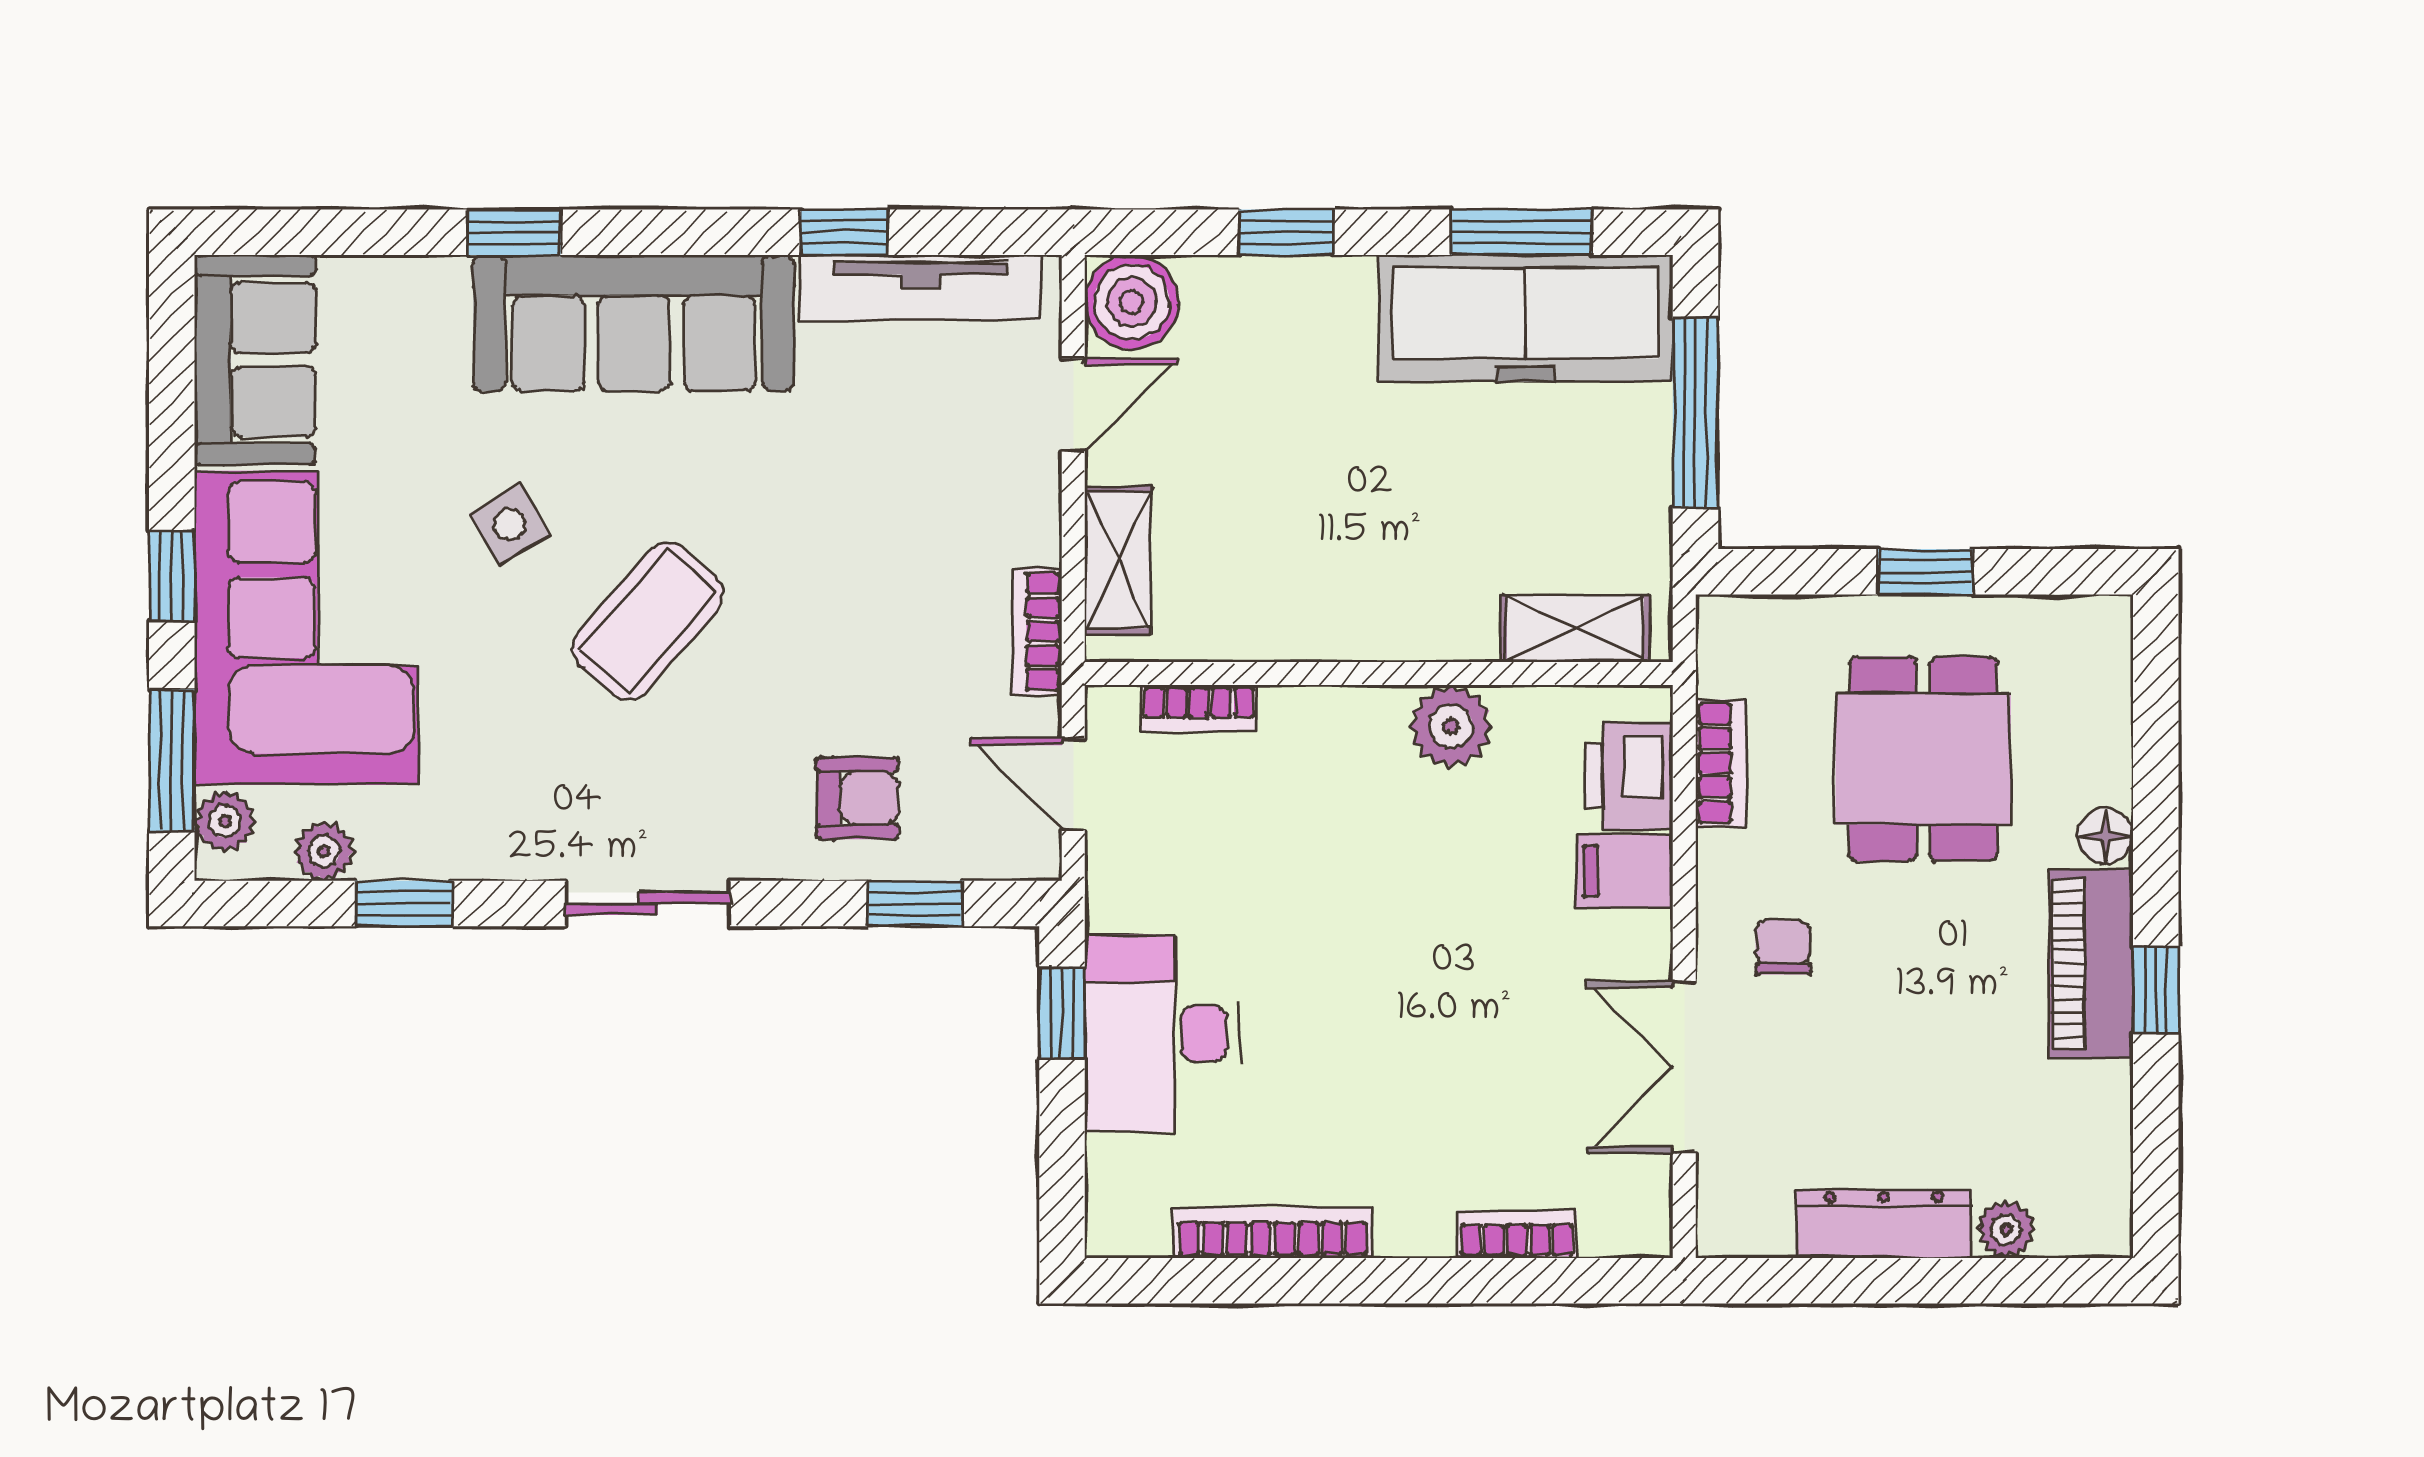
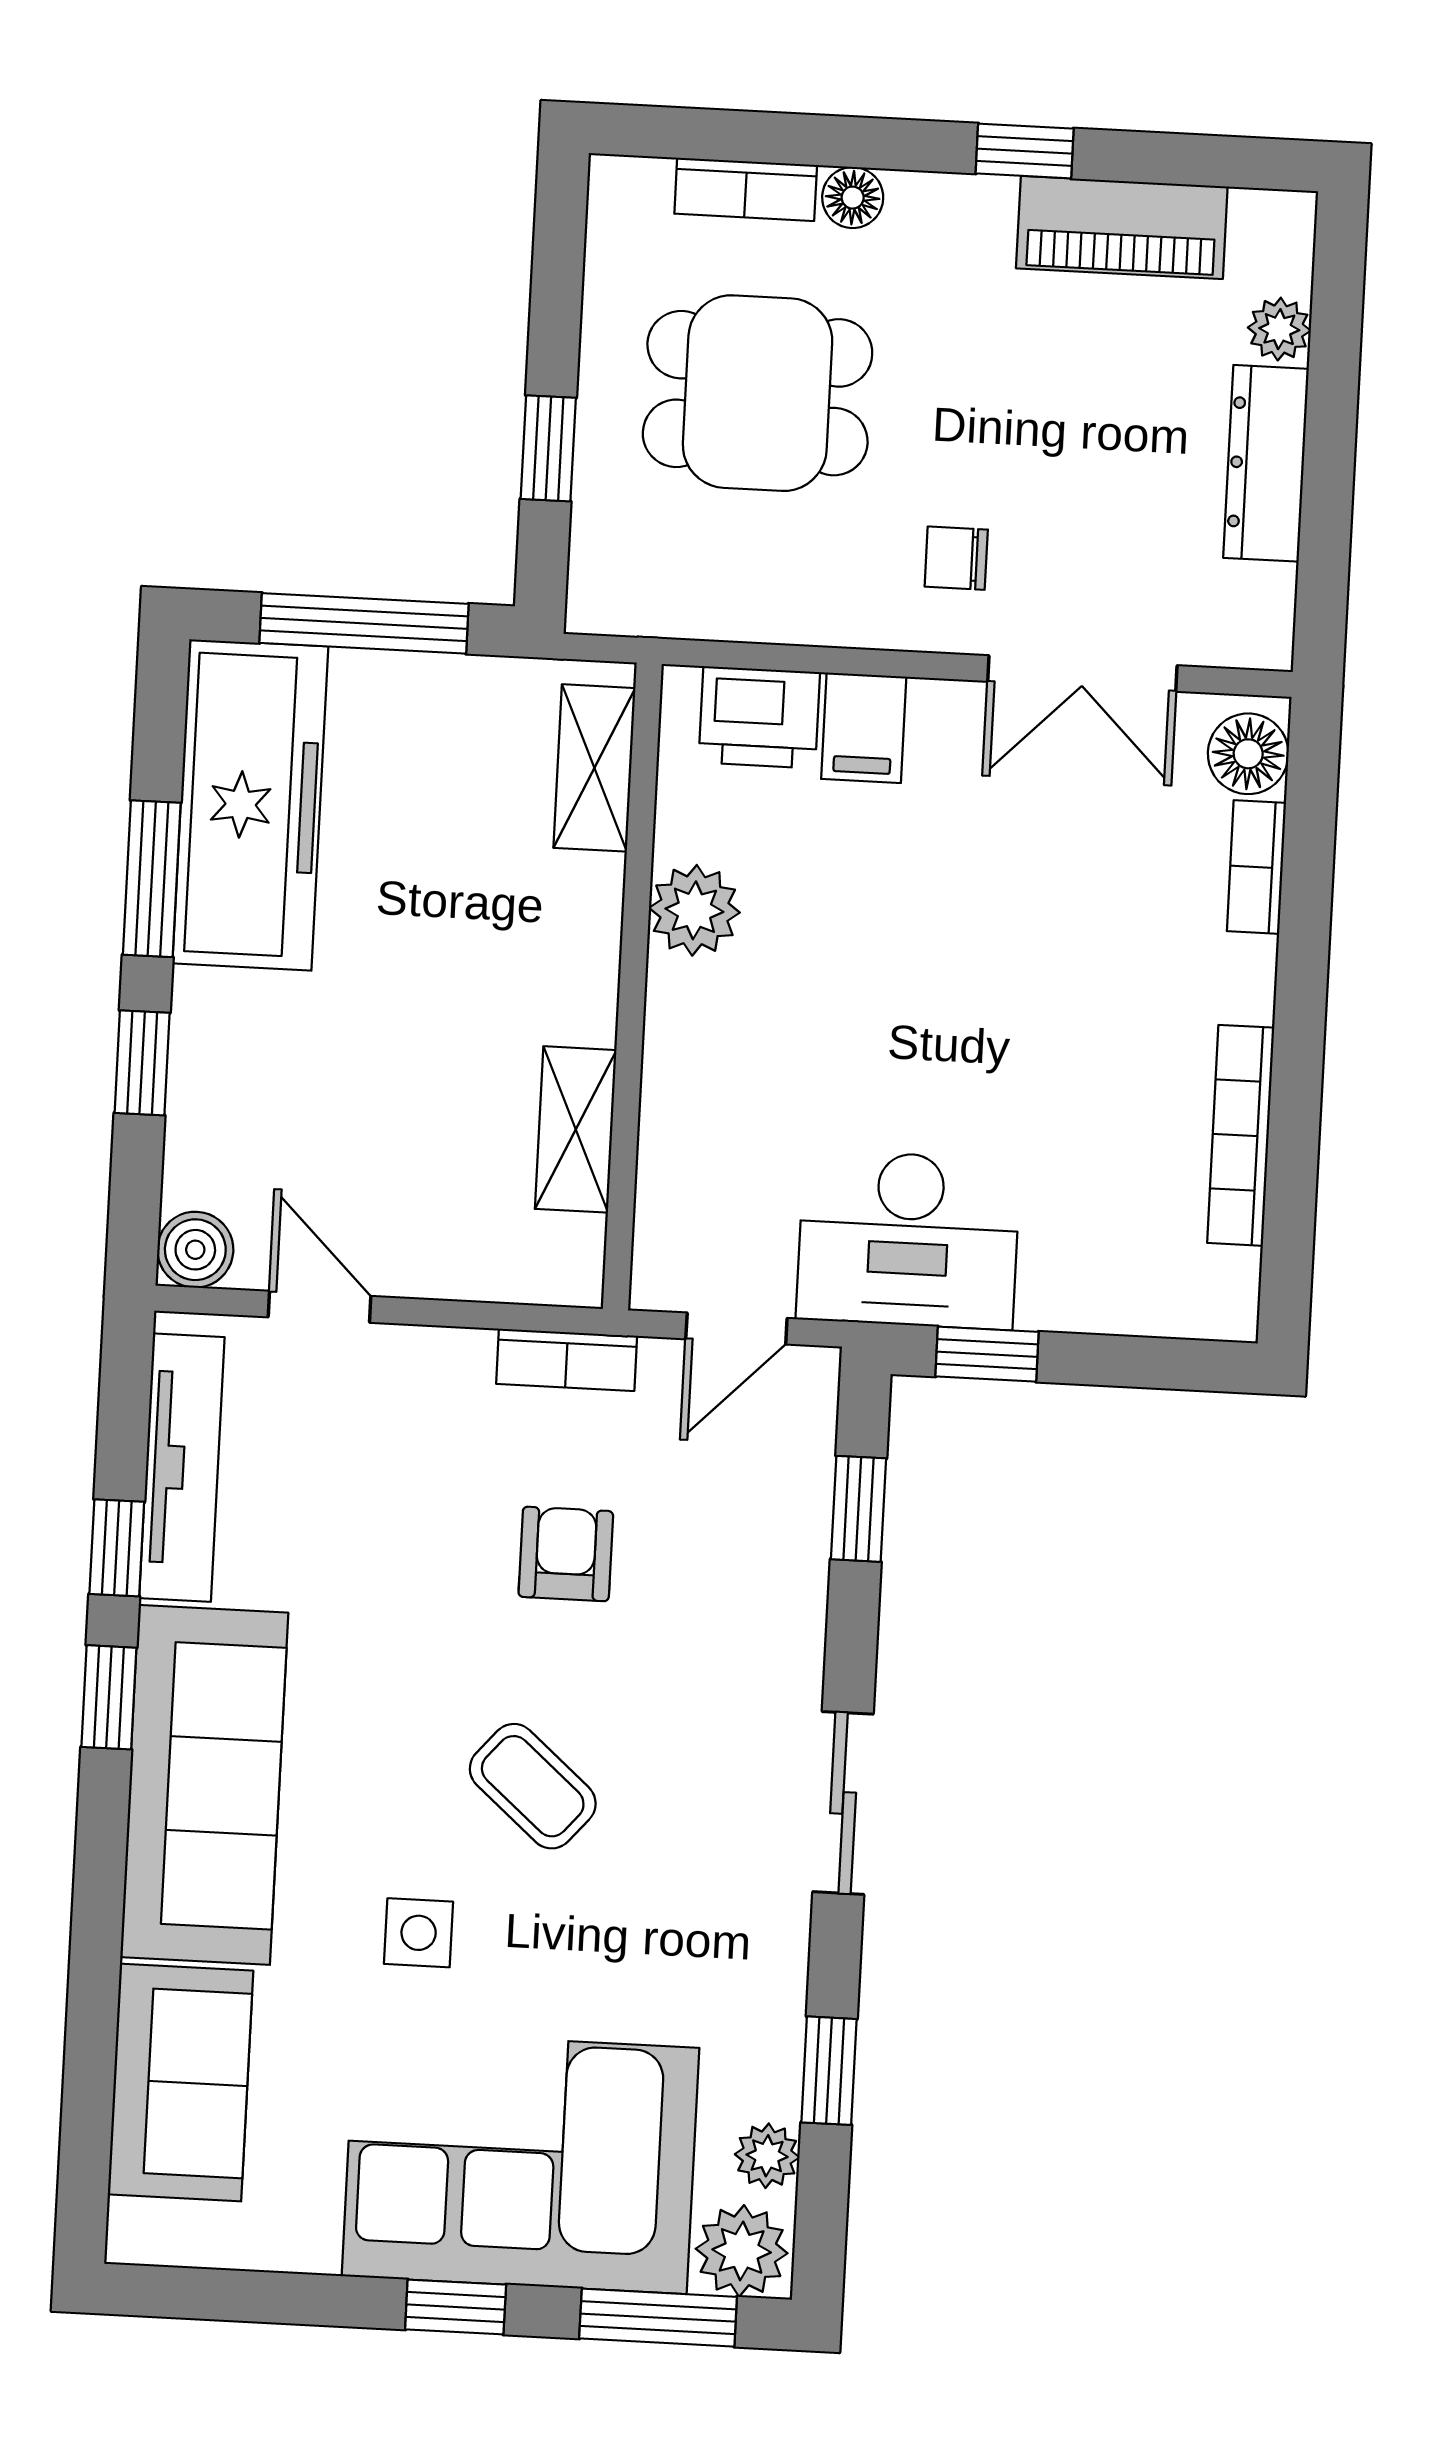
window: (514, 232) -> (109, 1697), moved
window: (1522, 232) -> (152, 879), moved
boiler: (1132, 302) -> (195, 1250), width x0.73, depth x0.73
sofa: (255, 360) -> (181, 2083), moved, turned 90
side table: (510, 524) -> (419, 1933), turned 30
shelving: (1118, 560) -> (576, 1129), moved, turned 90
window: (1925, 572) -> (548, 448), moved
coffee table: (648, 621) -> (533, 1786), width x0.73, depth x0.77
bookcase: (1199, 708) -> (660, 1186), removed
bookcase: (1721, 763) -> (746, 189), moved, turned 180
armchair: (858, 798) -> (566, 1554), moved
plant: (225, 821) -> (742, 2251), width x1.38, depth x1.38
piano: (2091, 964) -> (1122, 227), moved
desk: (1162, 1034) -> (908, 1240), moved
floor lamp: (1619, 1221) -> (1248, 754), added

